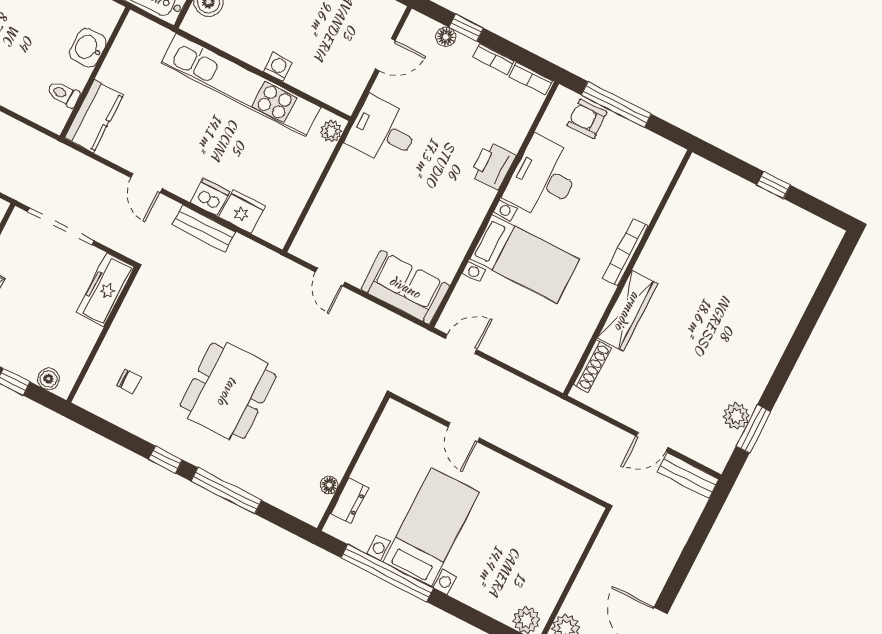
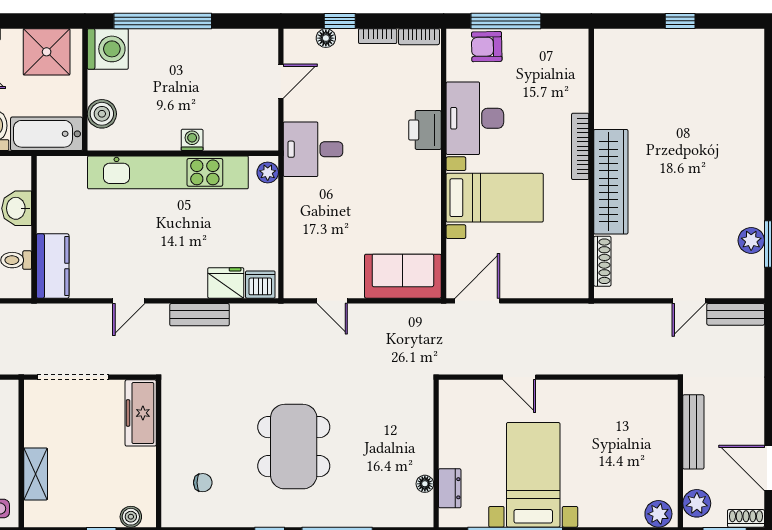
door: (146, 183) -> (129, 301), hinge flipped
dishwasher: (210, 197) -> (260, 285), moved
wardrobe: (628, 311) -> (611, 182), width x1.40, depth x1.17
door: (461, 344) -> (477, 301), width x1.38
bench: (596, 562) -> (693, 432), added

